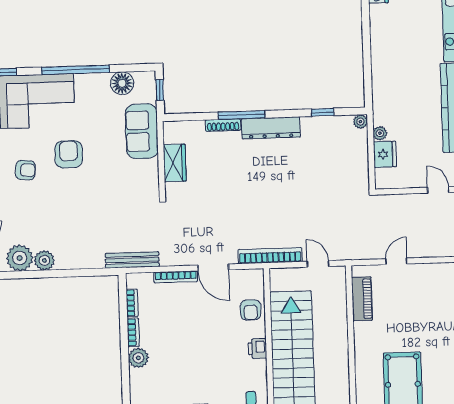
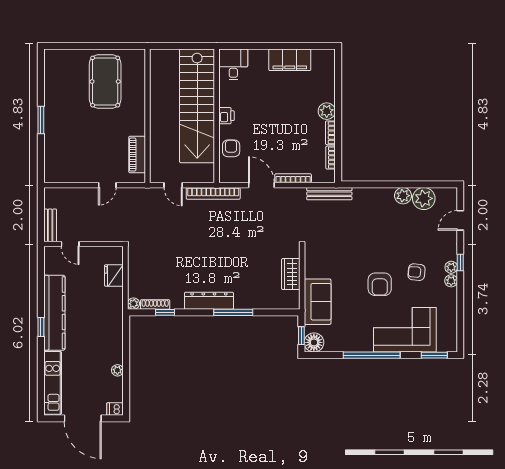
floor lamp: (122, 83) -> (314, 342), moved
shoe rack: (223, 125) -> (155, 304), moved
plant: (380, 133) -> (117, 370), moved

